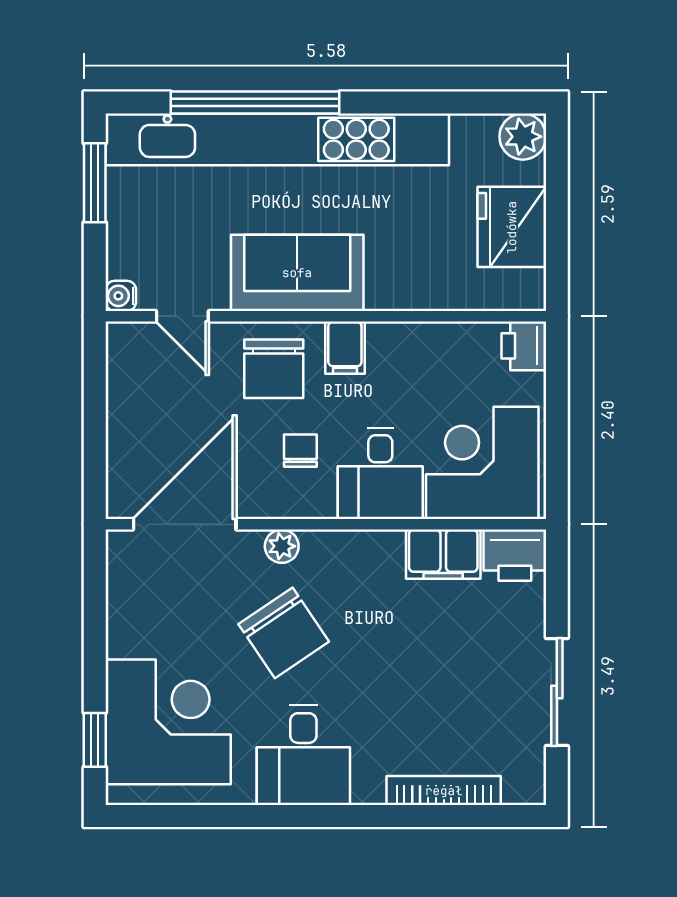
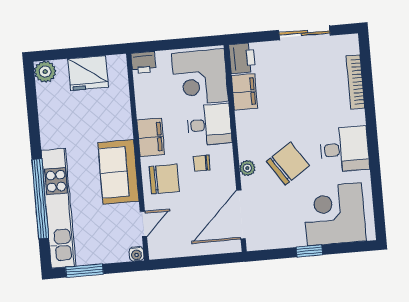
kitchen unit: (277, 139) -> (58, 208), width x0.73
filing cabinet: (345, 348) -> (151, 137), width x2.00
door: (185, 524) -> (241, 214), hinge flipped
window: (95, 740) -> (309, 251), moved

